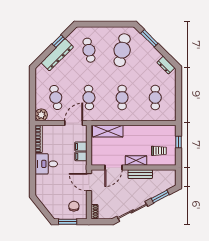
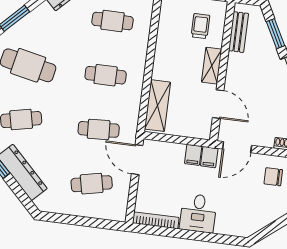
plant: (41, 115) -> (117, 211), removed
filing cabinet: (81, 146) -> (209, 157), moved
bench: (140, 174) -> (238, 32), moved

